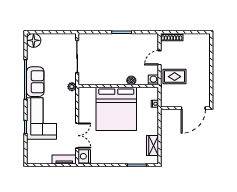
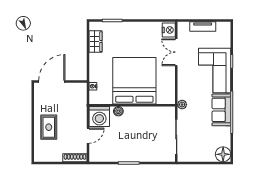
rug: (175, 77) -> (49, 127), moved, turned 90
washing machine: (153, 80) -> (99, 117), width x1.89, depth x1.89
tv unit: (64, 160) -> (203, 26), moved

